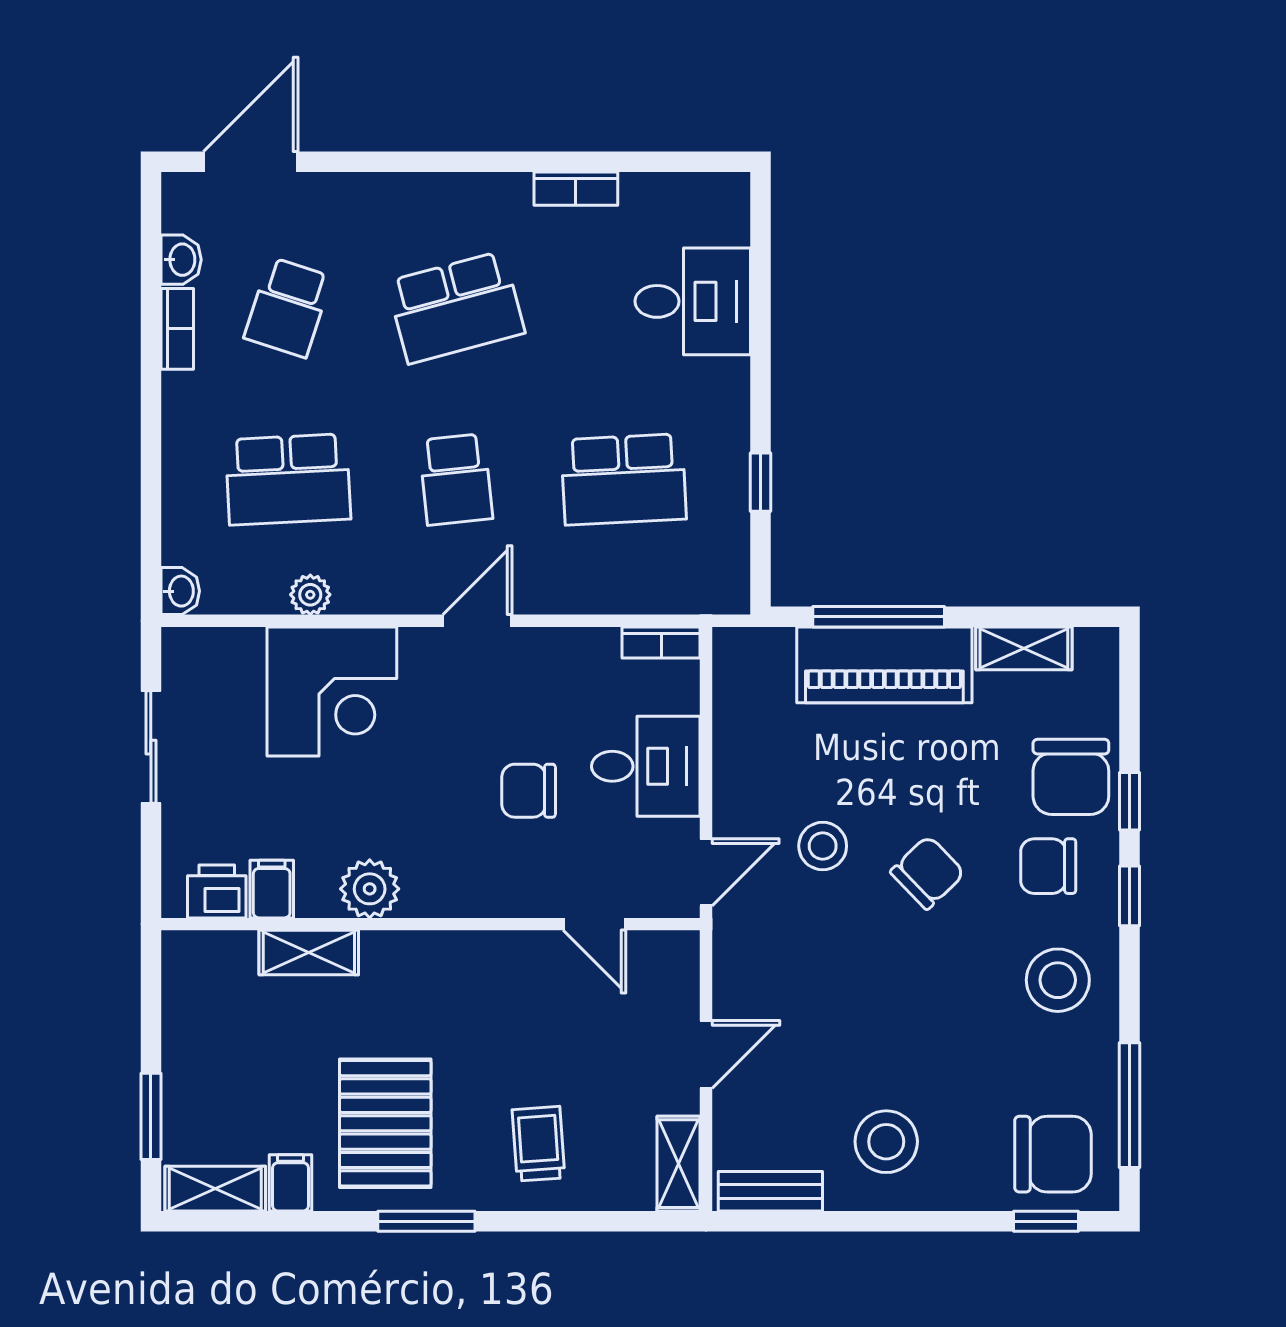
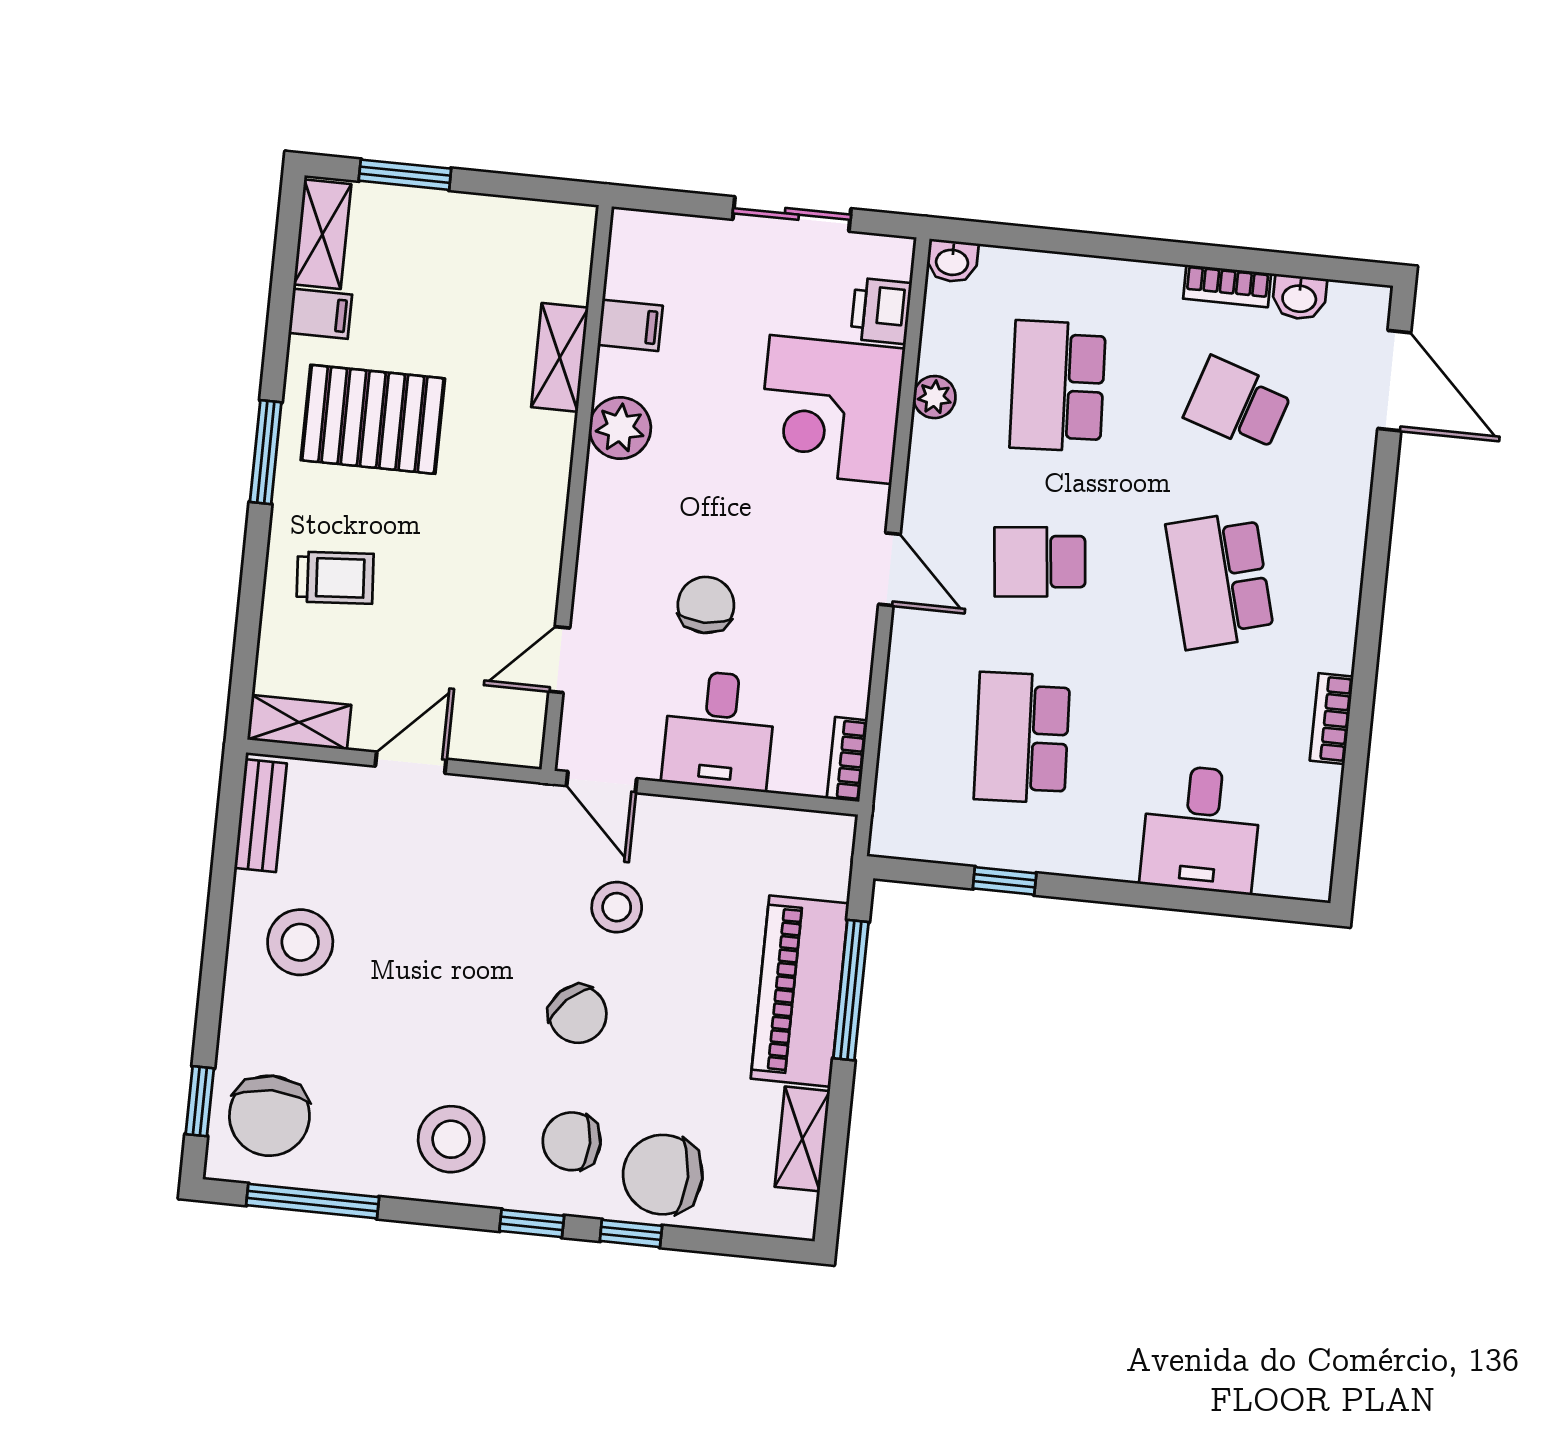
chair: (1048, 866) -> (572, 1141), turned -90
printer: (217, 891) -> (881, 311), moved, turned 180
door: (706, 1055) -> (411, 763), swing flipped

